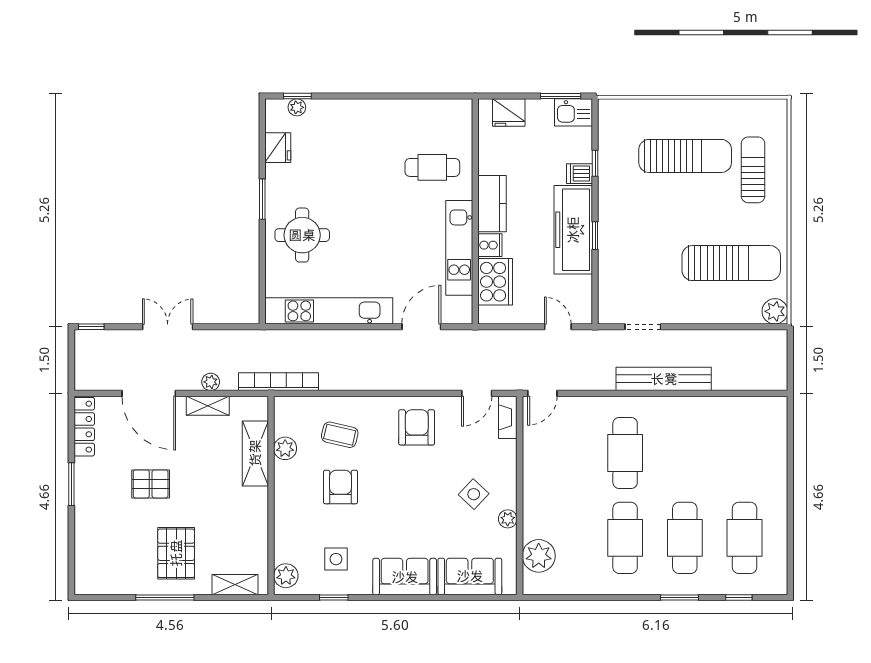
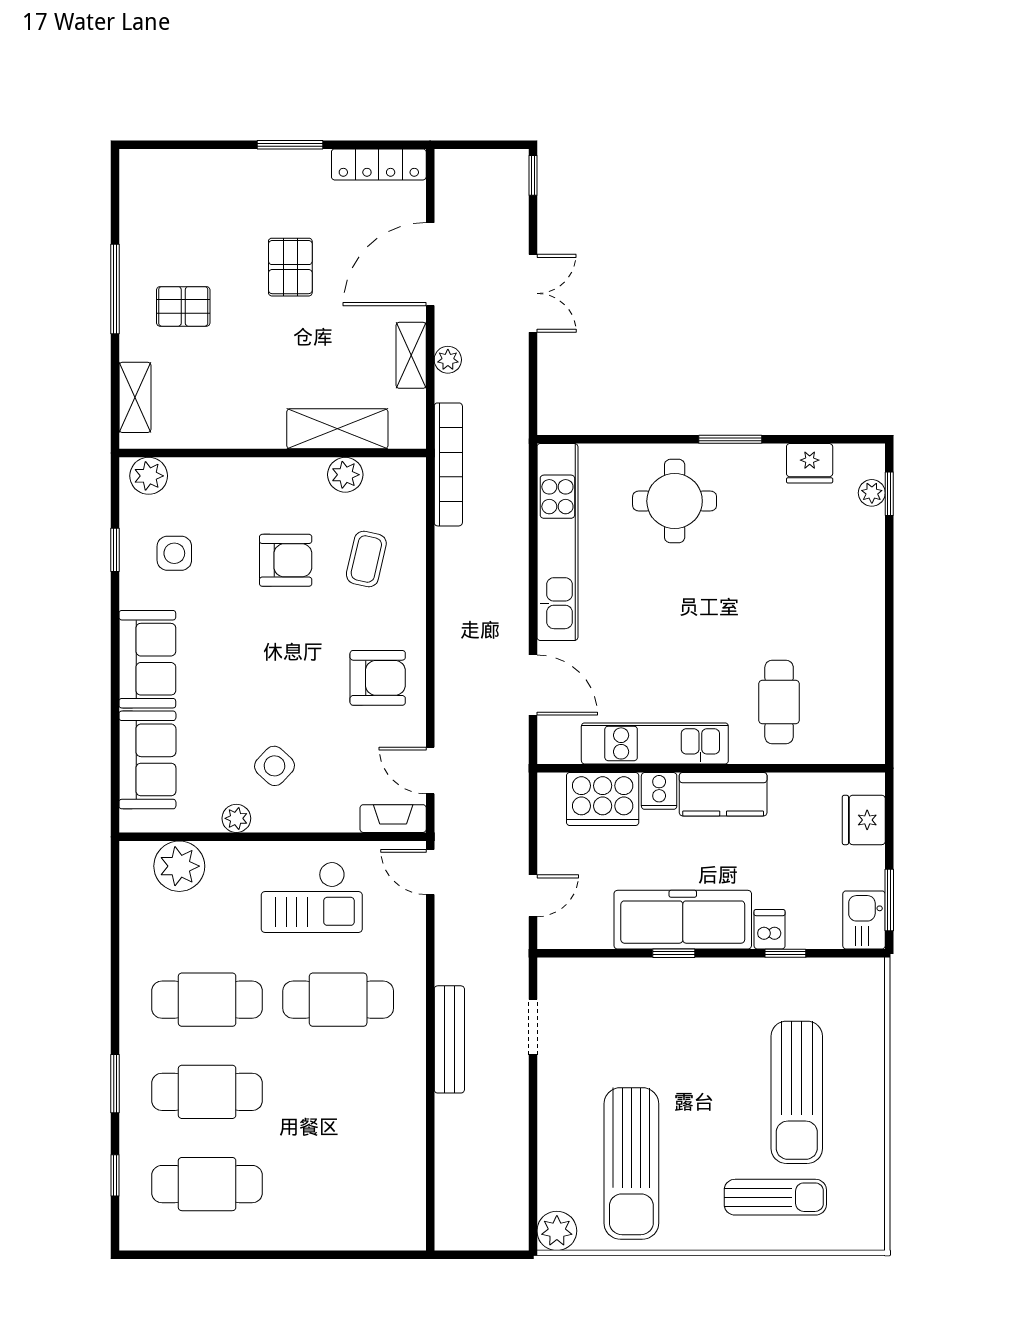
bench: (664, 379) -> (449, 1039), width x0.73, depth x0.82
checkout: (559, 470) -> (312, 897), added
pallet: (176, 553) -> (183, 306), width x0.67, depth x0.71

